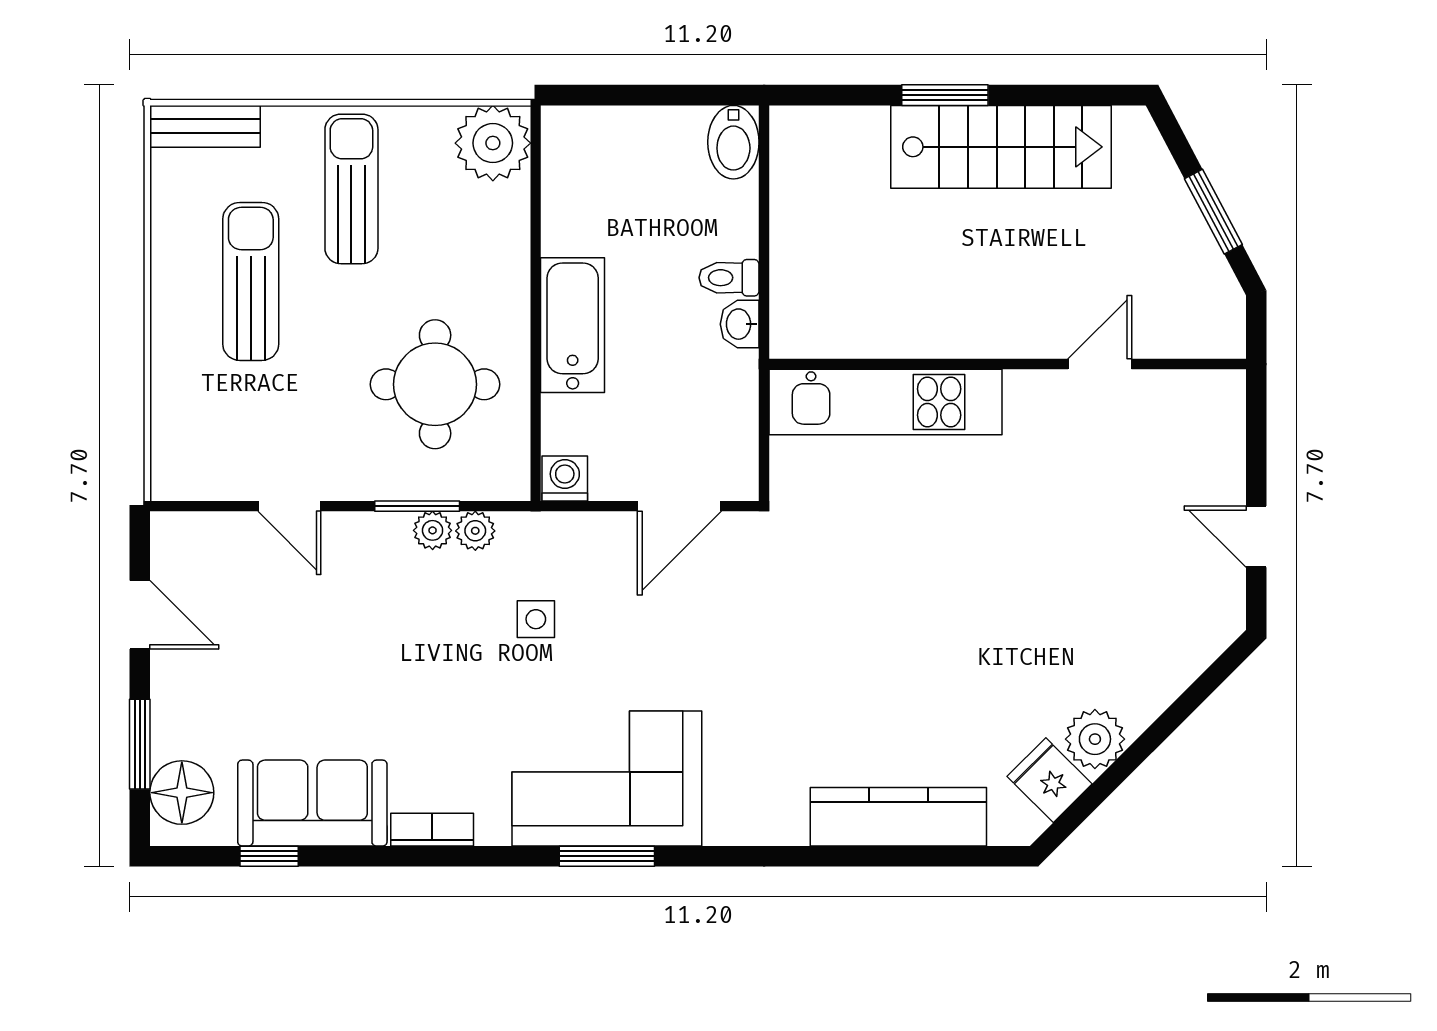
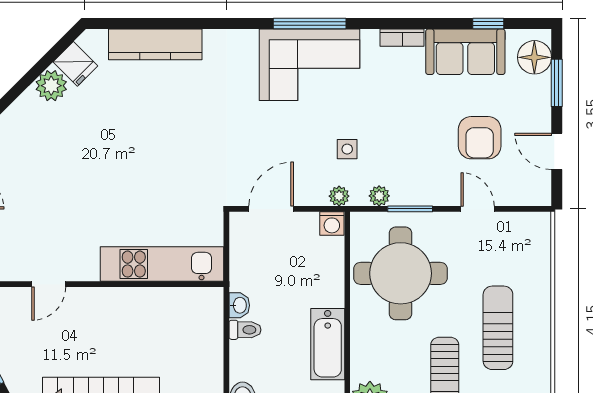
sun lounger: (251, 281) -> (498, 328), turned 180
bathtub: (573, 325) -> (328, 344), moved
round table: (435, 384) -> (401, 273), width x1.36, depth x1.36
plant: (433, 530) -> (339, 196), moved
armchair: (285, 641) -> (480, 138), added
window: (607, 856) -> (310, 24), width x1.44

